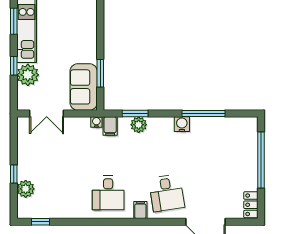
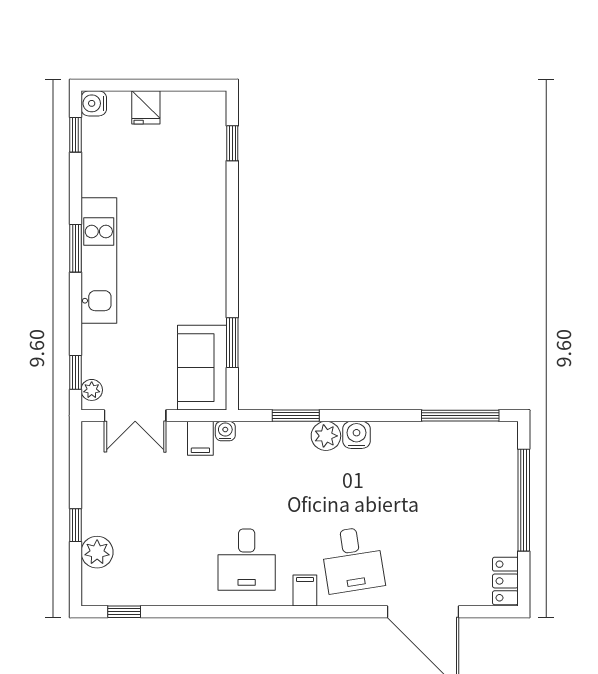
window: (14, 66) -> (75, 372), moved
plant: (28, 75) -> (92, 390), moved, width x0.53, depth x0.53
window: (203, 114) -> (460, 416), moved
water cooler: (182, 124) -> (356, 435), moved
plant: (139, 125) -> (326, 436), moved
filing cabinet: (110, 126) -> (200, 438), moved

